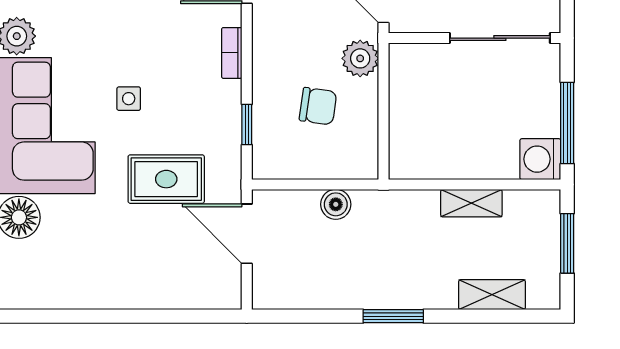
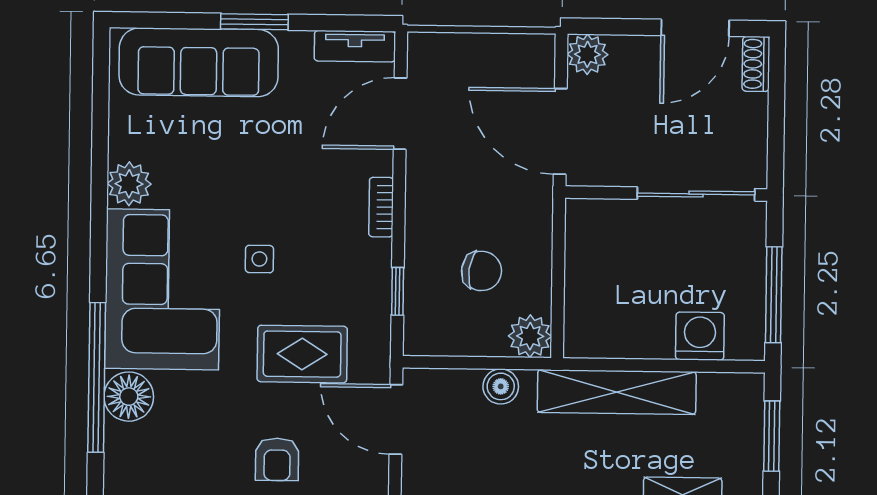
plant: (360, 58) -> (530, 336), moved
washing machine: (540, 159) -> (700, 336), moved, turned 90
shelving: (471, 203) -> (617, 392), width x2.20, depth x1.33
armchair: (146, 269) -> (277, 459), added

